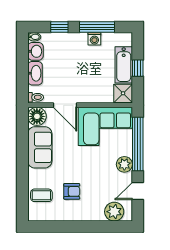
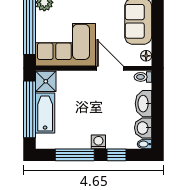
washing machine: (94, 39) -> (98, 142), moved
window: (138, 68) -> (29, 109), width x3.17
floor lamp: (37, 116) -> (146, 56), width x0.53, depth x0.53

